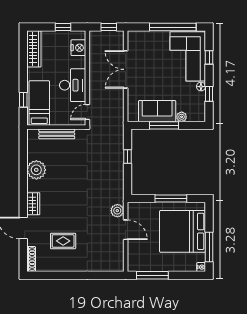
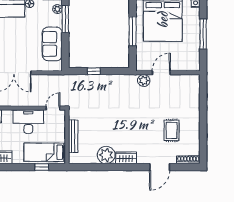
door: (87, 112) -> (53, 108), swing flipped
plant: (182, 117) -> (57, 9), moved
window: (164, 125) -> (65, 19), moved
wardrobe: (33, 204) -> (126, 158), moved
window: (152, 275) -> (203, 34), moved

